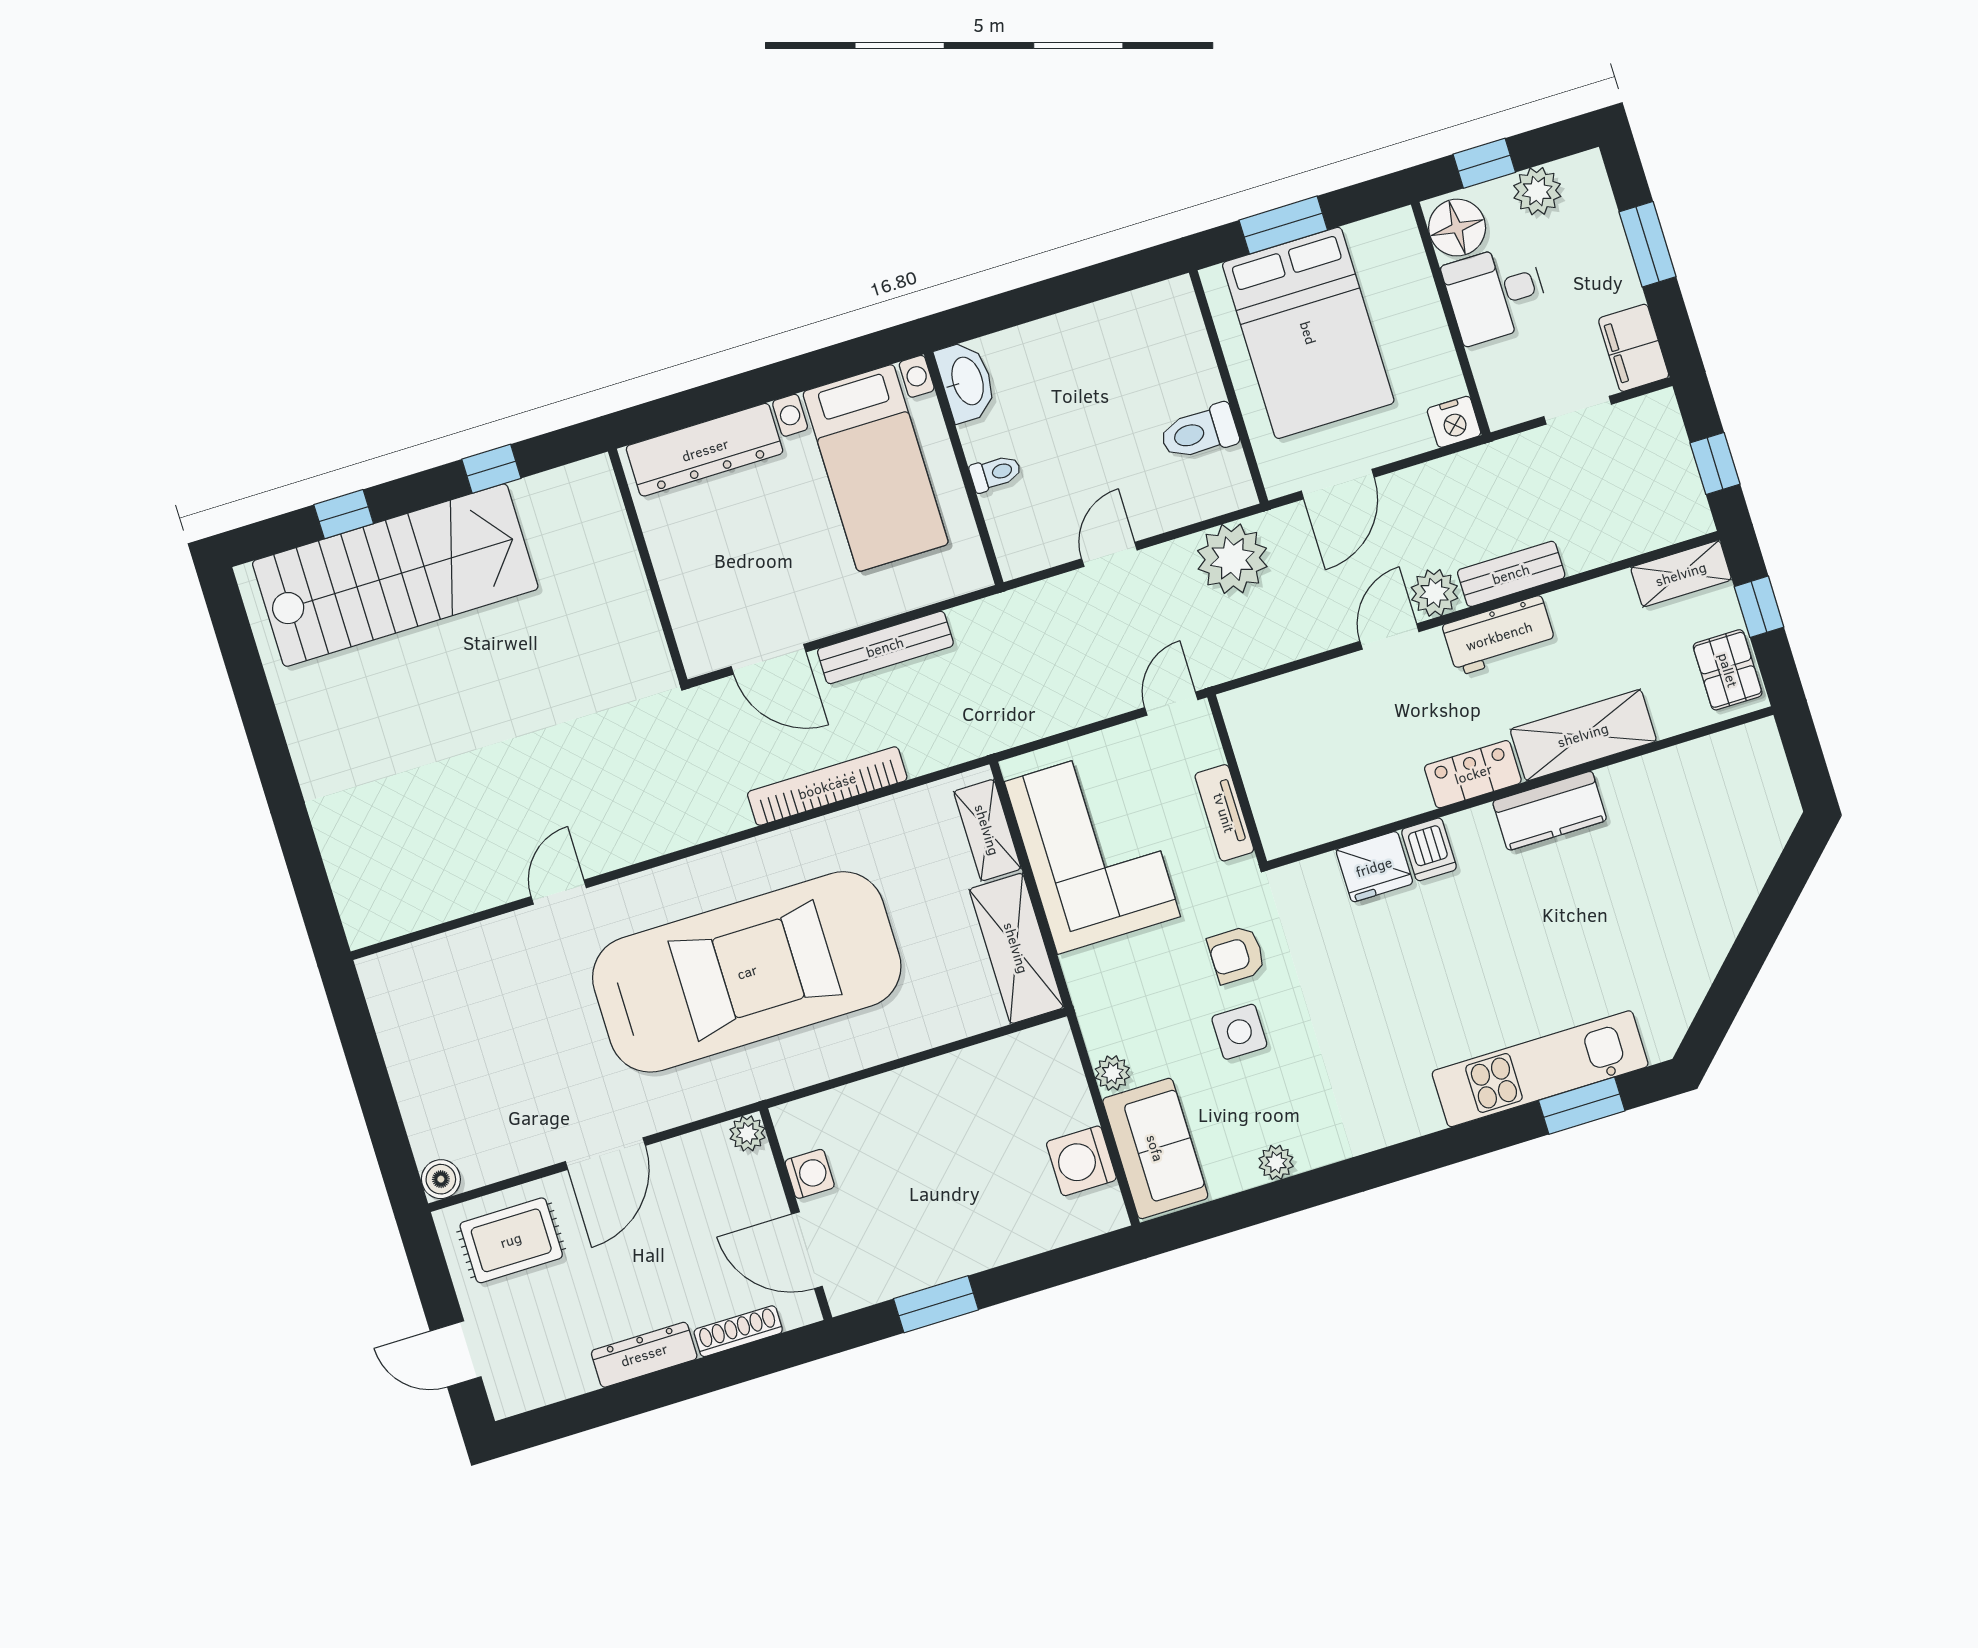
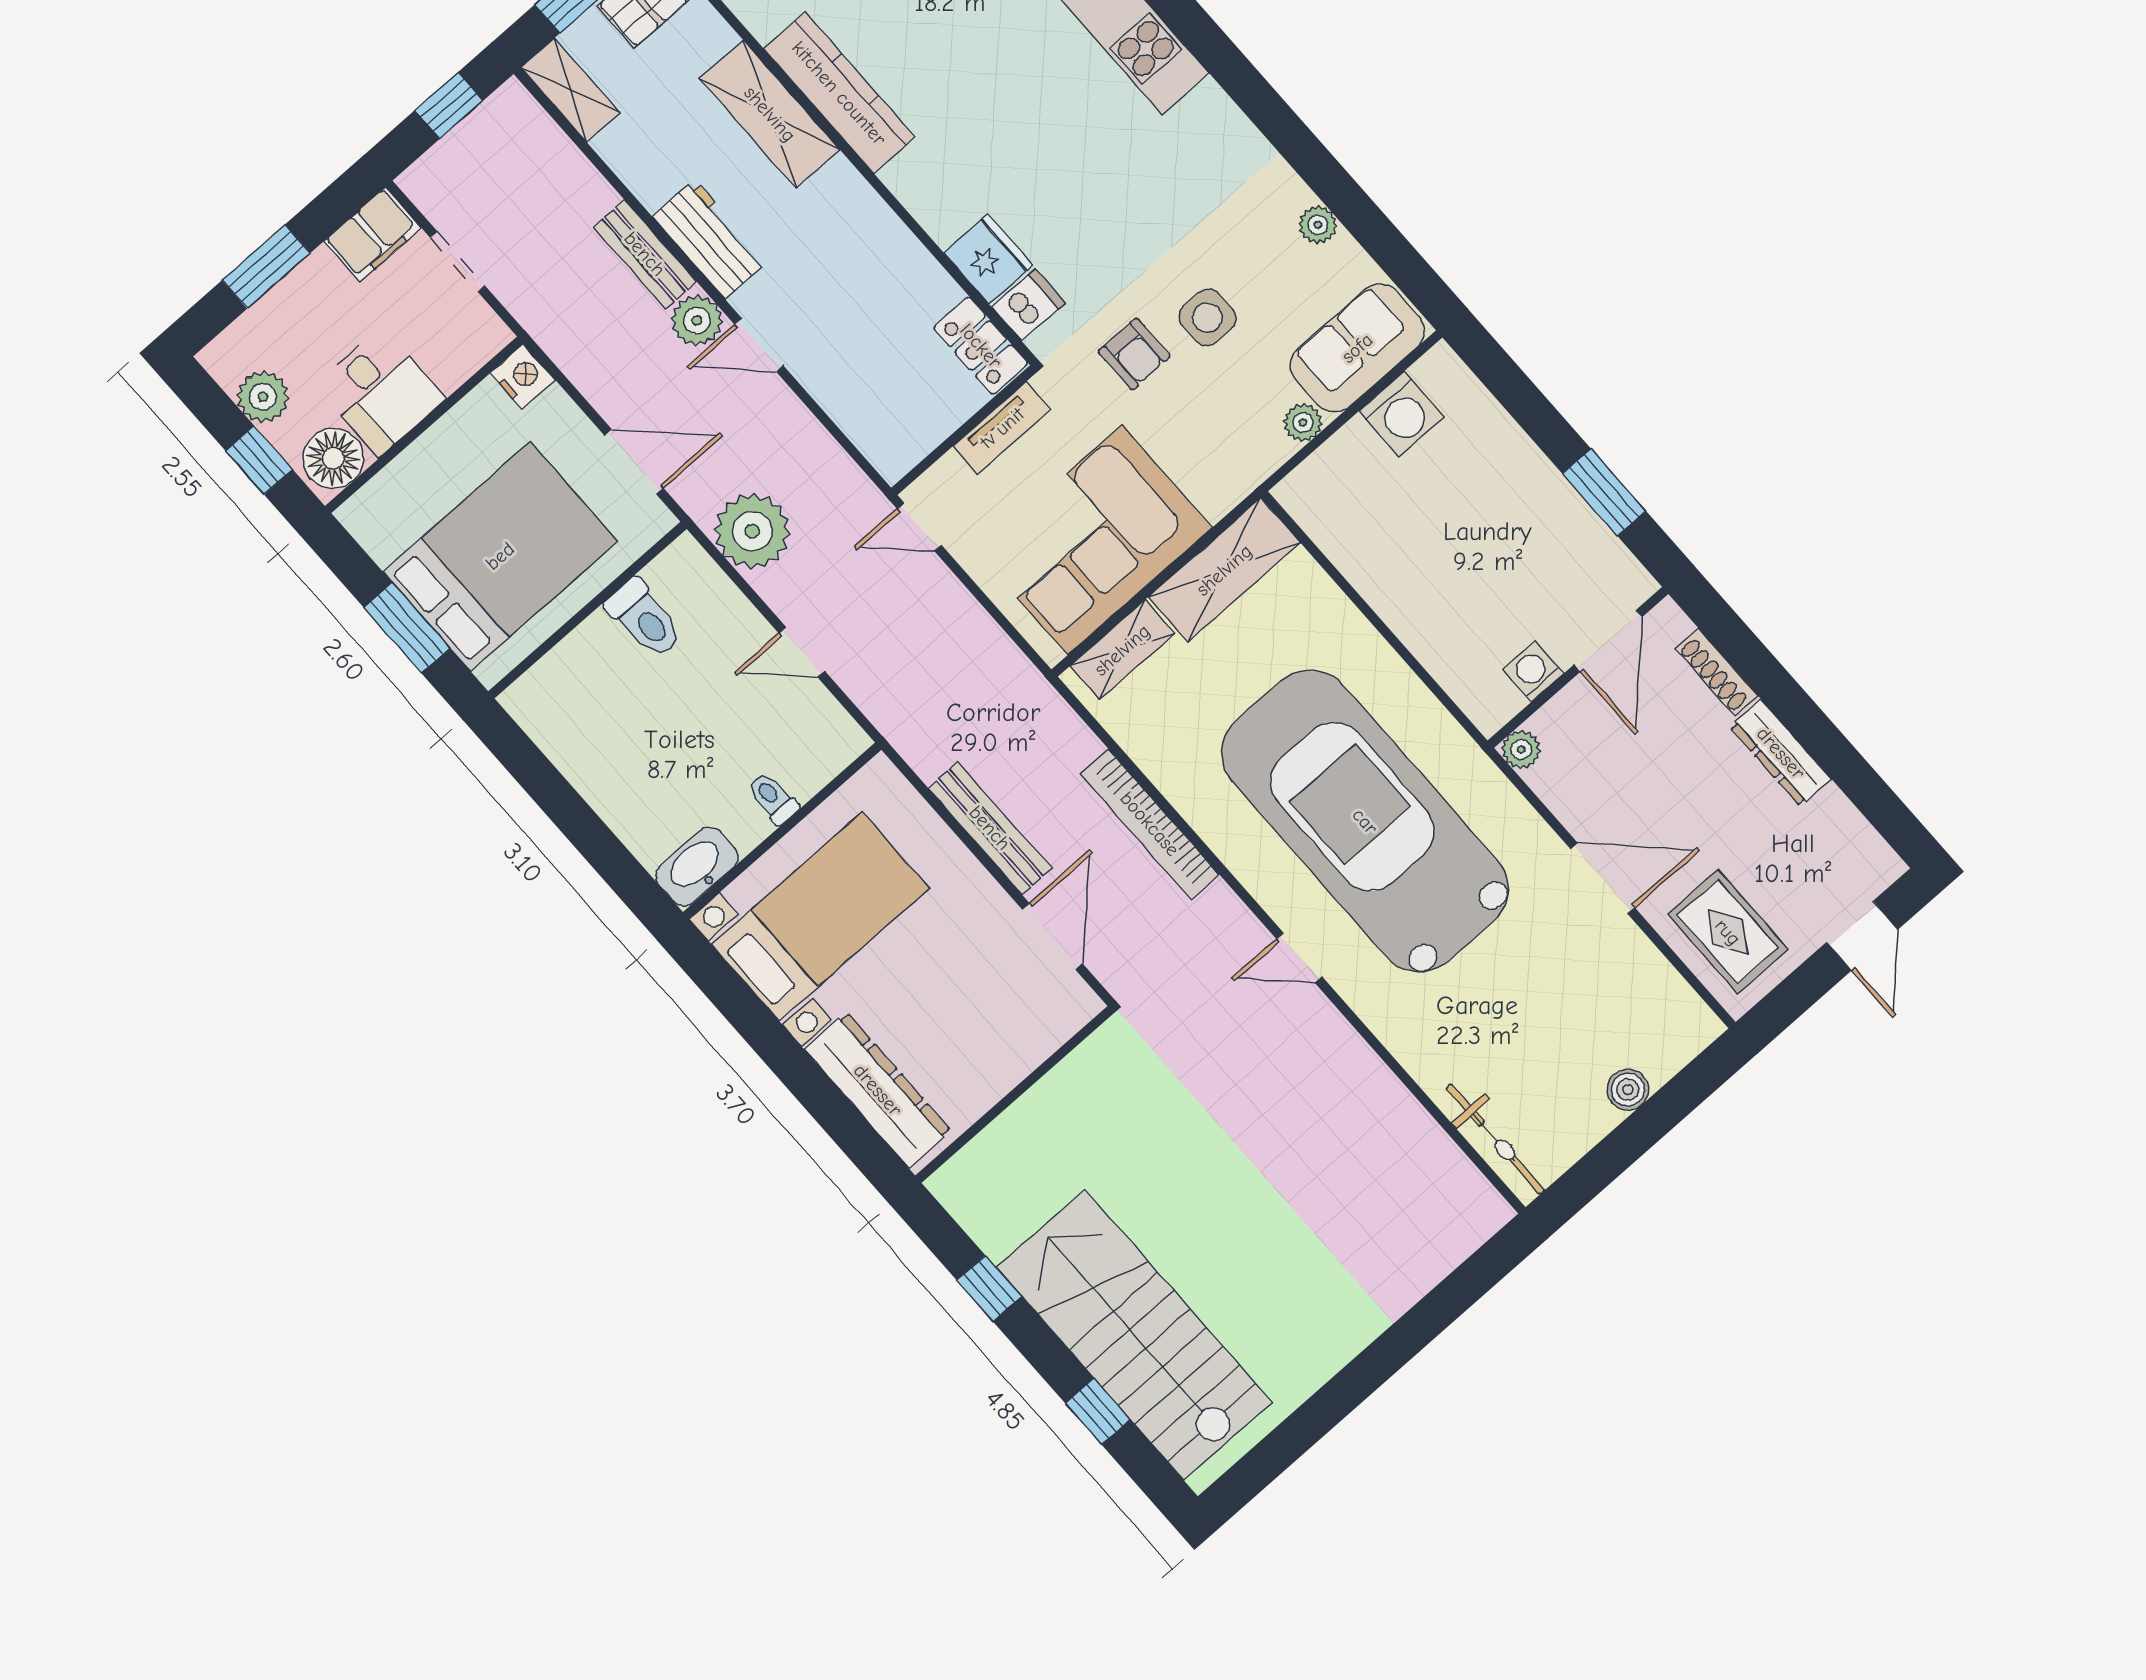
locker: (1473, 774) -> (981, 346), moved
kitchen counter: (1550, 811) -> (839, 93), width x1.50
dishwasher: (1429, 849) -> (1028, 305), moved
door: (559, 892) -> (1299, 958), moved
bicycle: (423, 961) -> (1495, 1139), added
boiler: (441, 1179) -> (1628, 1090), moved

